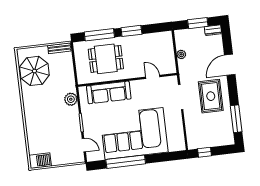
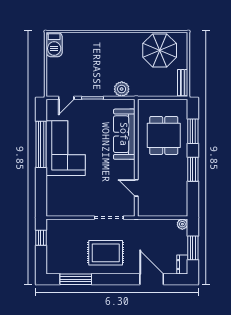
window: (99, 35) -> (193, 131), width x0.69
plant: (181, 54) -> (182, 224), moved
door: (230, 65) -> (152, 279), moved
door: (153, 77) -> (136, 188), swing flipped
corner sofa: (134, 134) -> (66, 148), width x0.73, depth x0.74

